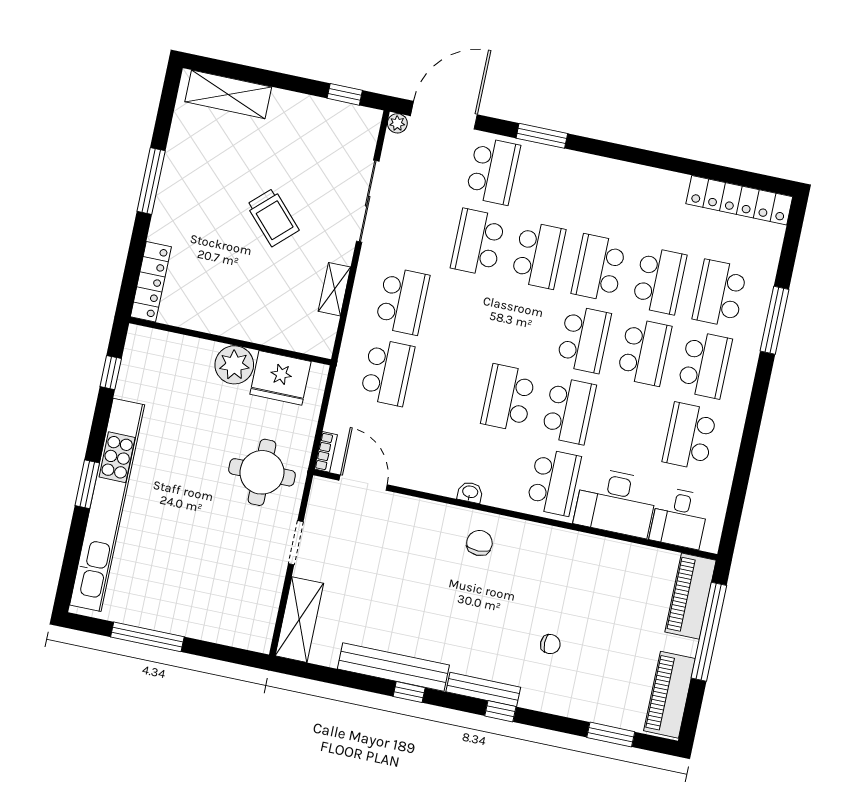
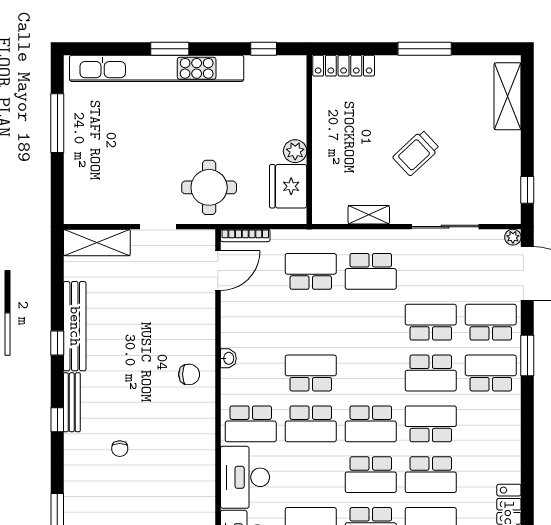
school desk: (493, 171) -> (491, 322), turned 180
school desk: (553, 184) -> (491, 373), added
plant: (234, 365) -> (295, 151), width x0.73, depth x0.73
school desk: (387, 372) -> (311, 271), turned 180
bookcase: (326, 452) -> (245, 235), width x1.56

